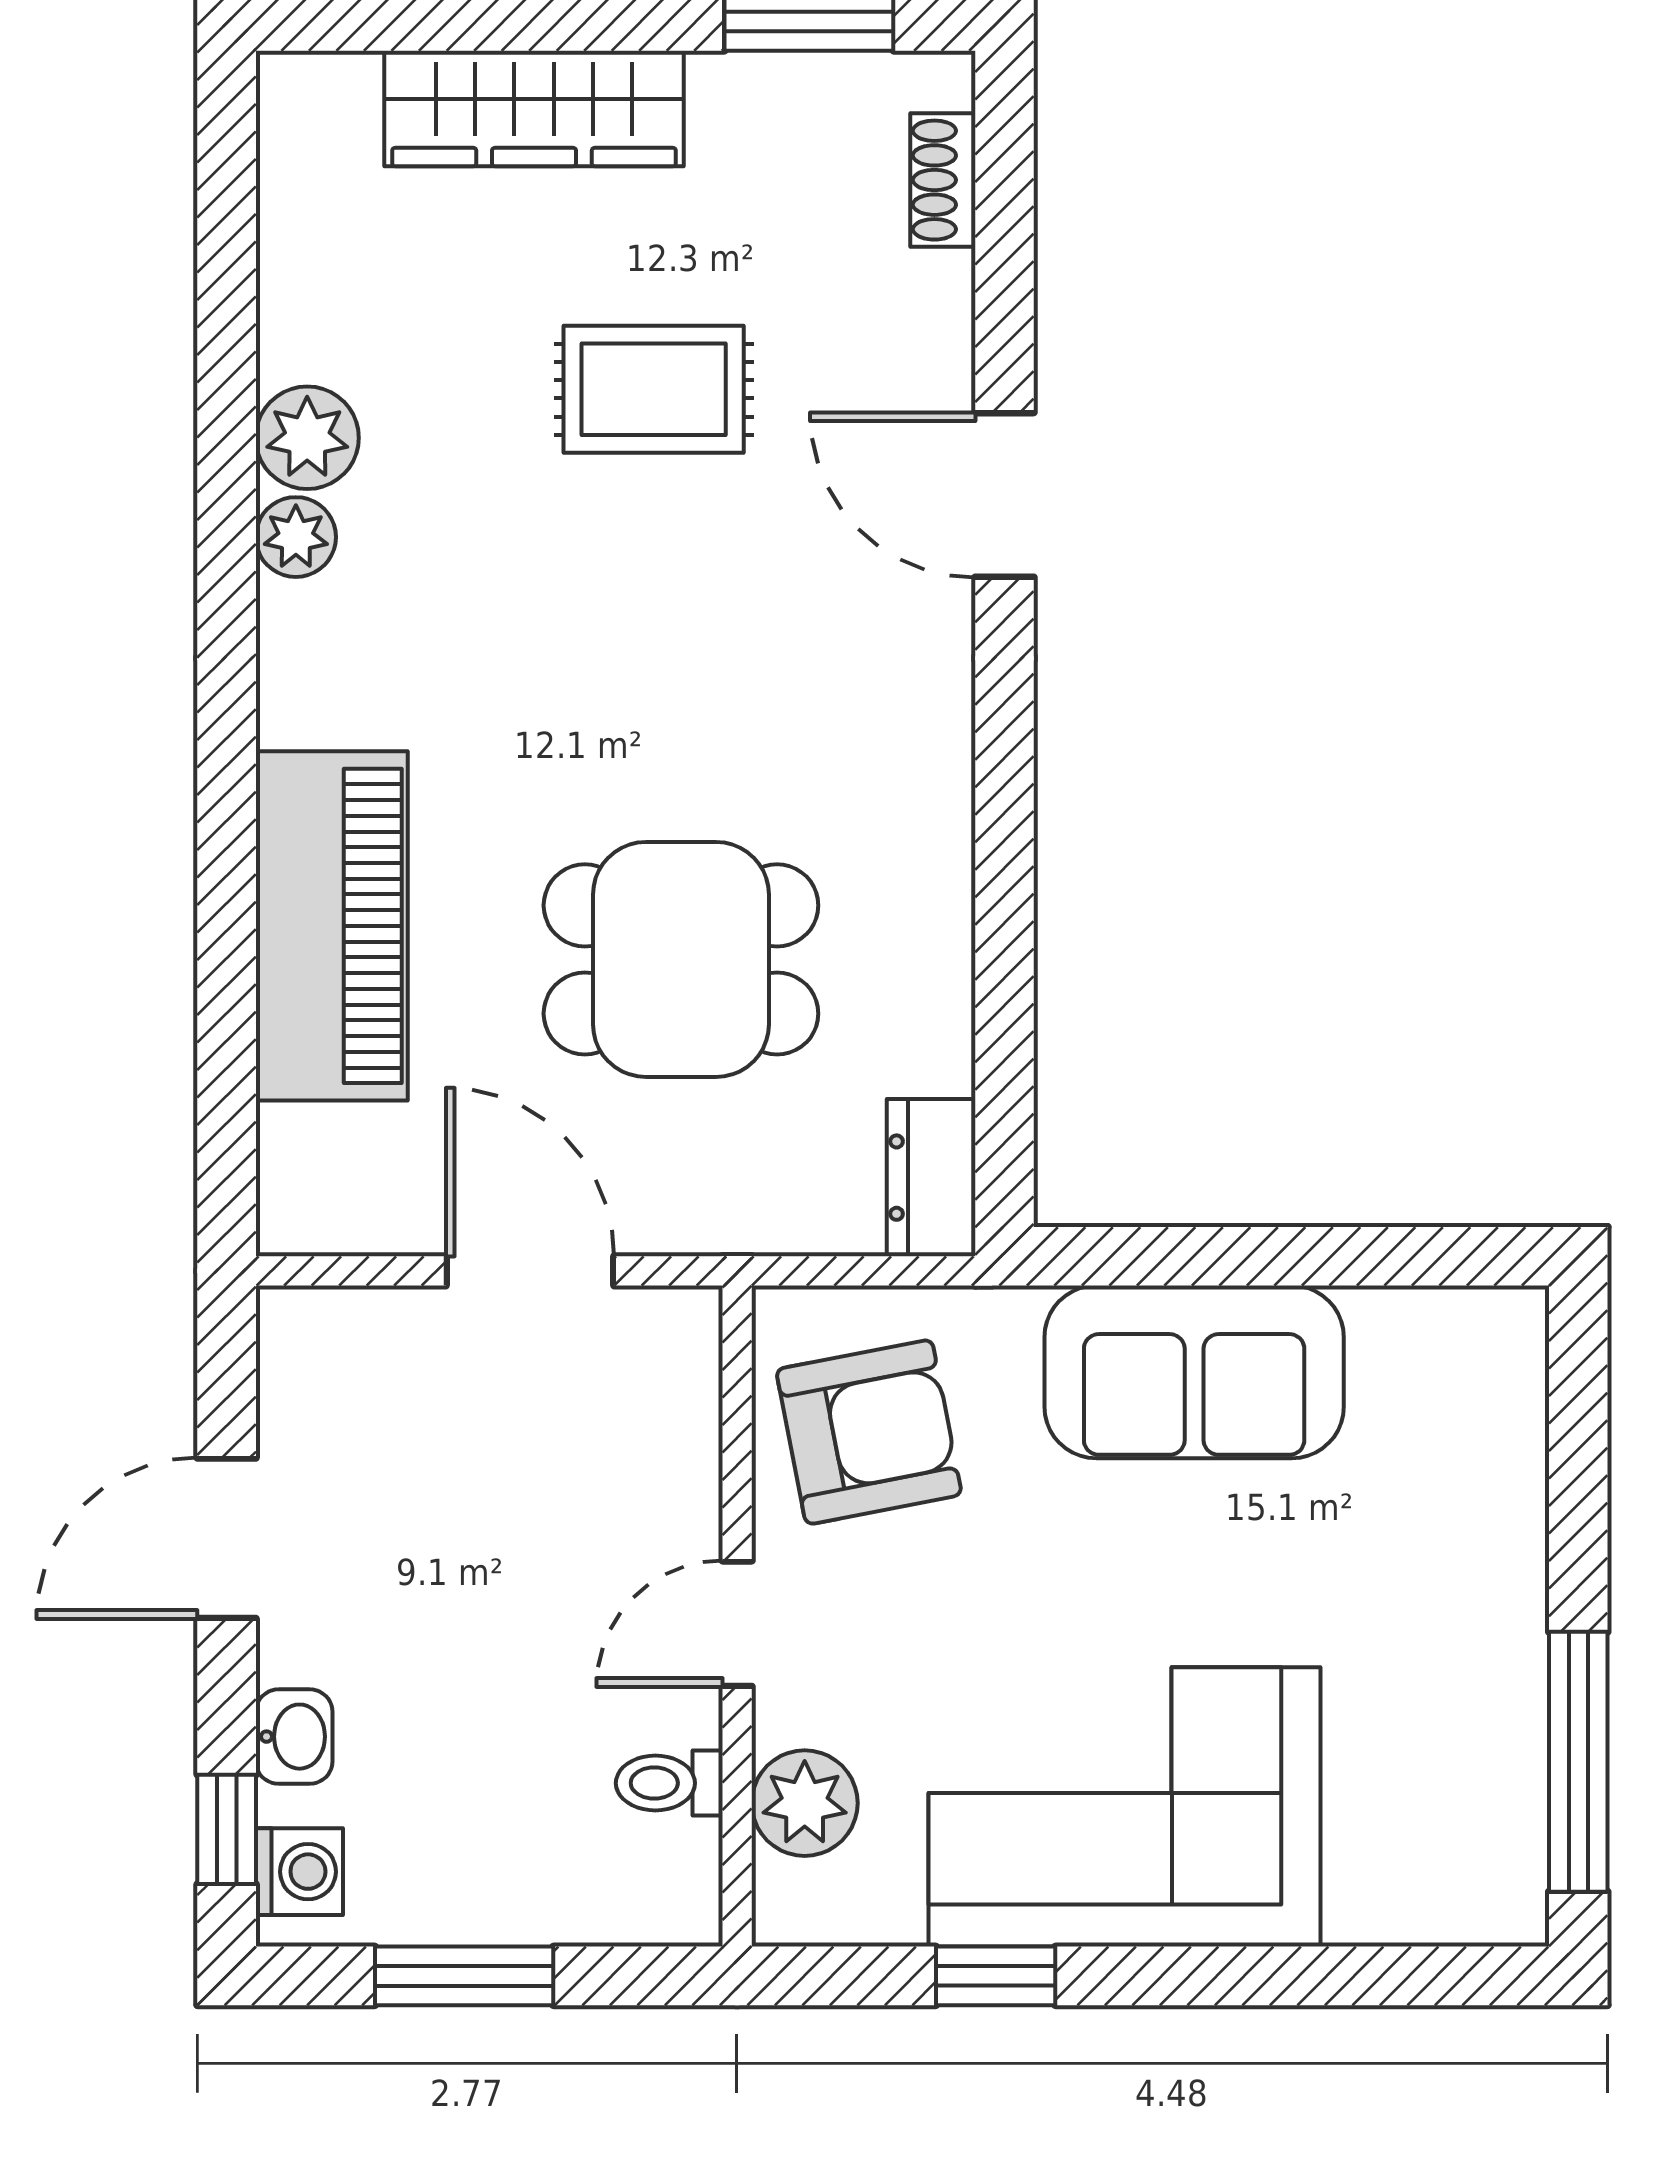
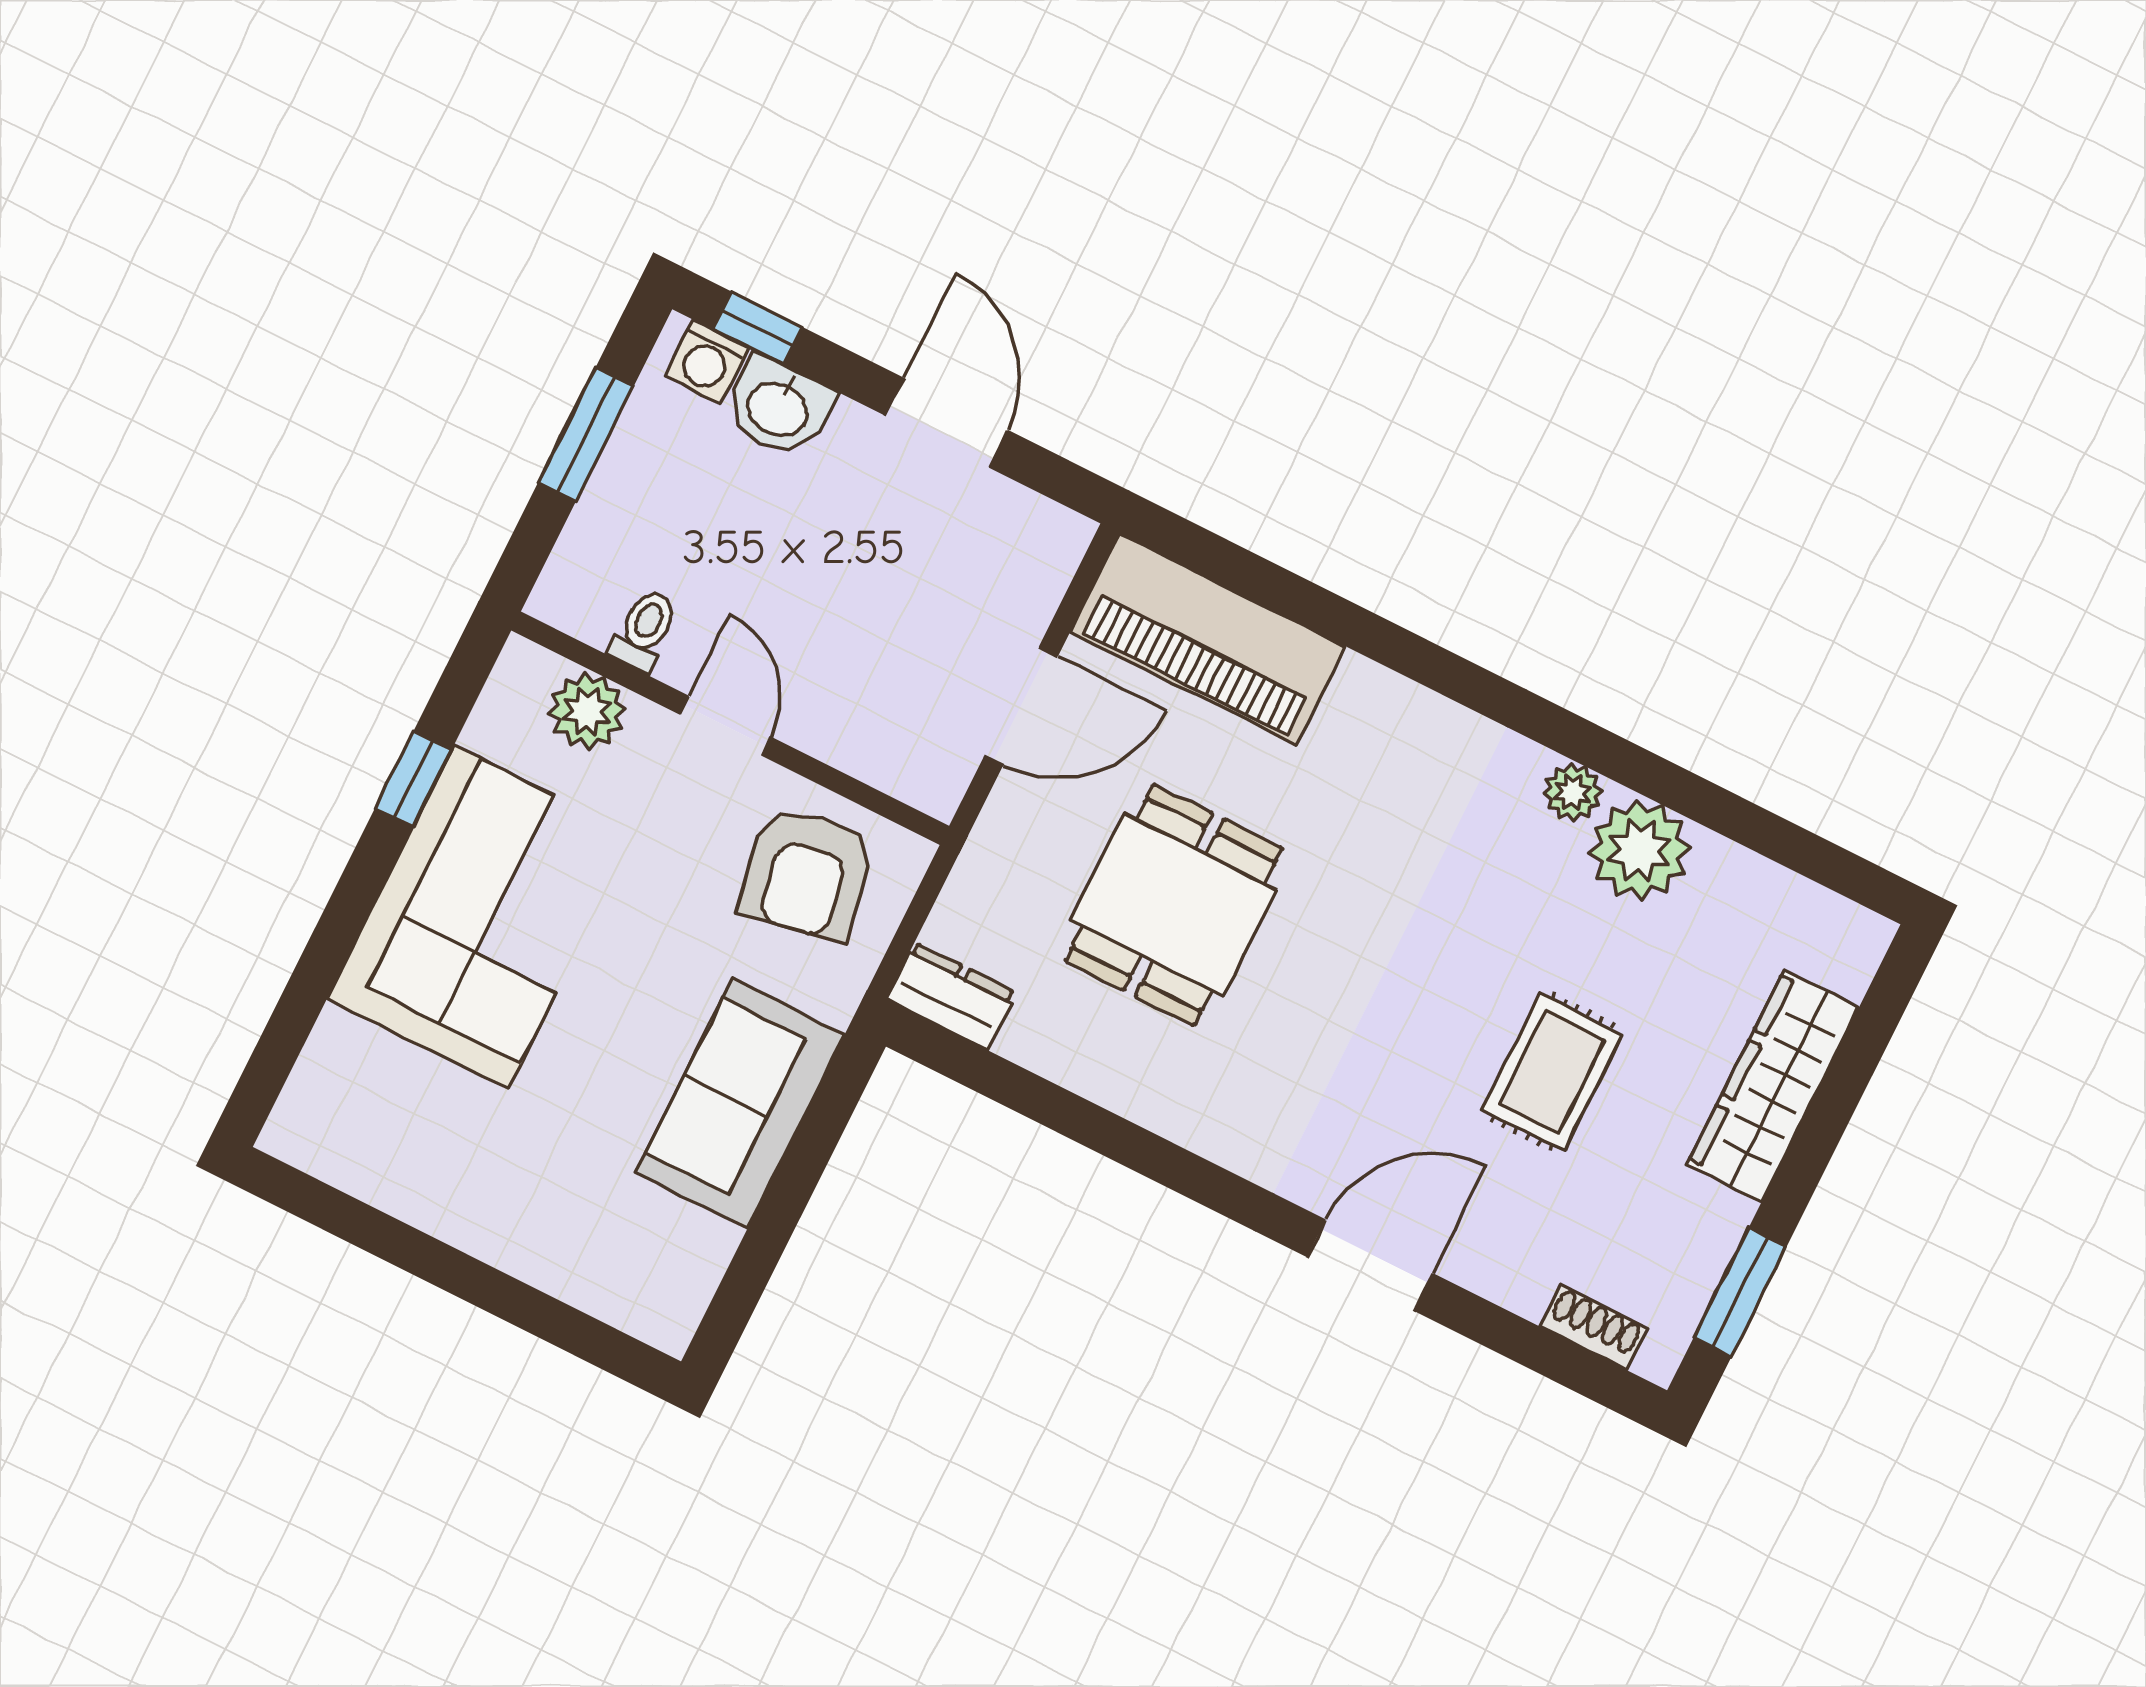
plant: (307, 438) -> (1639, 850), width x1.36, depth x1.36
piano: (332, 926) -> (1208, 639), moved
washbasin: (294, 1737) -> (779, 407), width x1.38, depth x1.45
window: (1578, 1762) -> (363, 1226), removed

